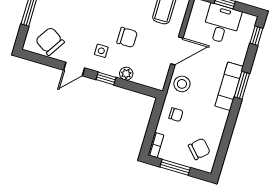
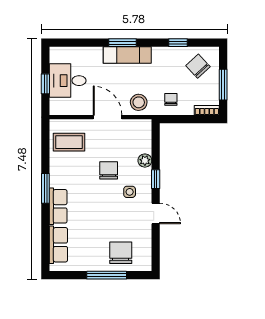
window: (256, 36) -> (178, 43), moved
chair: (50, 41) -> (121, 253), moved, turned 147

